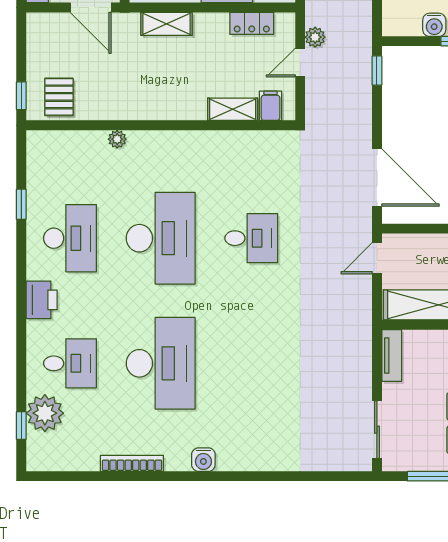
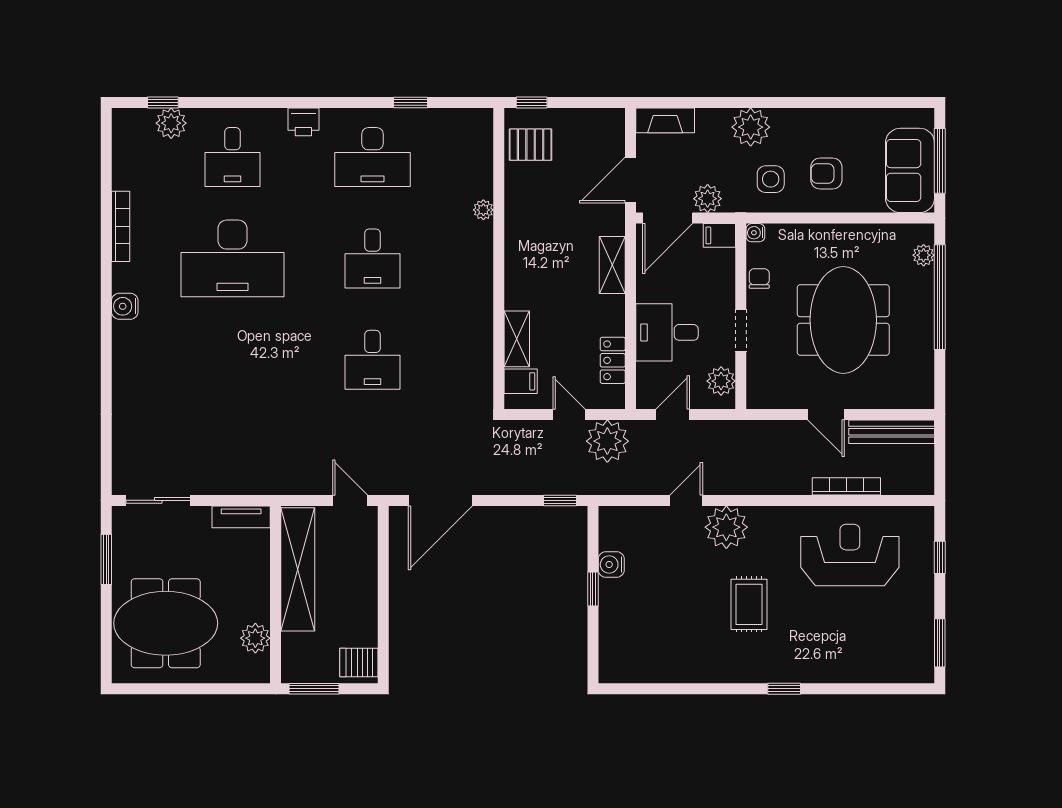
plant: (315, 37) -> (607, 441), width x1.87, depth x1.87
desk: (161, 238) -> (372, 258), width x0.53, depth x0.77
printer: (42, 300) -> (303, 122), width x0.73, depth x0.81
plant: (45, 413) -> (171, 123), width x0.73, depth x0.73

